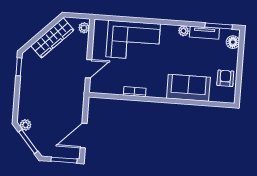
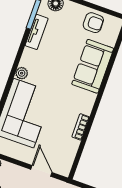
plant: (184, 31) -> (22, 73), moved
armchair: (225, 78) -> (93, 23), turned 180

